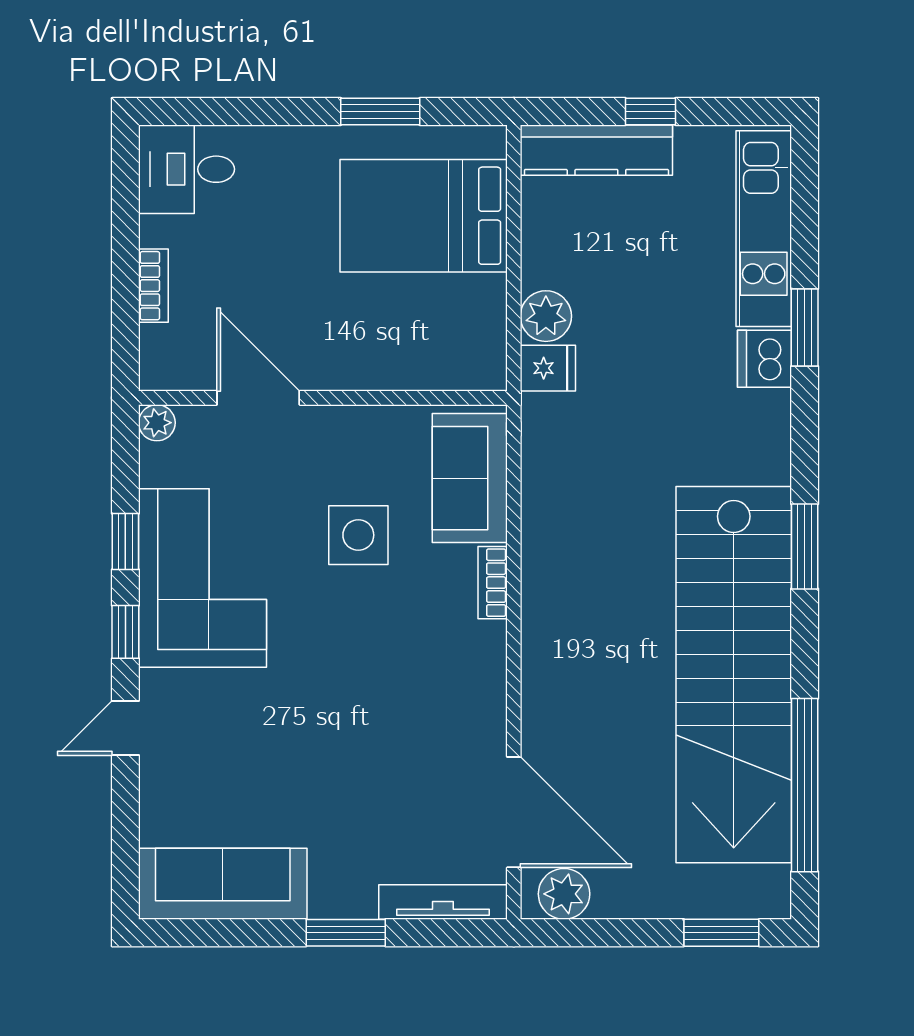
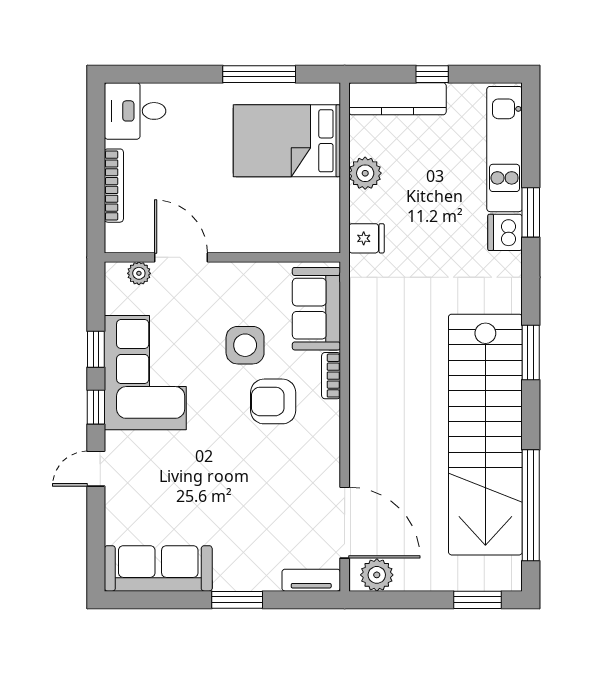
window: (380, 112) -> (259, 74), width x1.44
bookcase: (153, 286) -> (114, 186), width x1.56
plant: (546, 316) -> (365, 173), moved
plant: (157, 423) -> (139, 273), moved
armchair: (402, 623) -> (273, 401), added
tv unit: (443, 902) -> (311, 580), width x0.71

